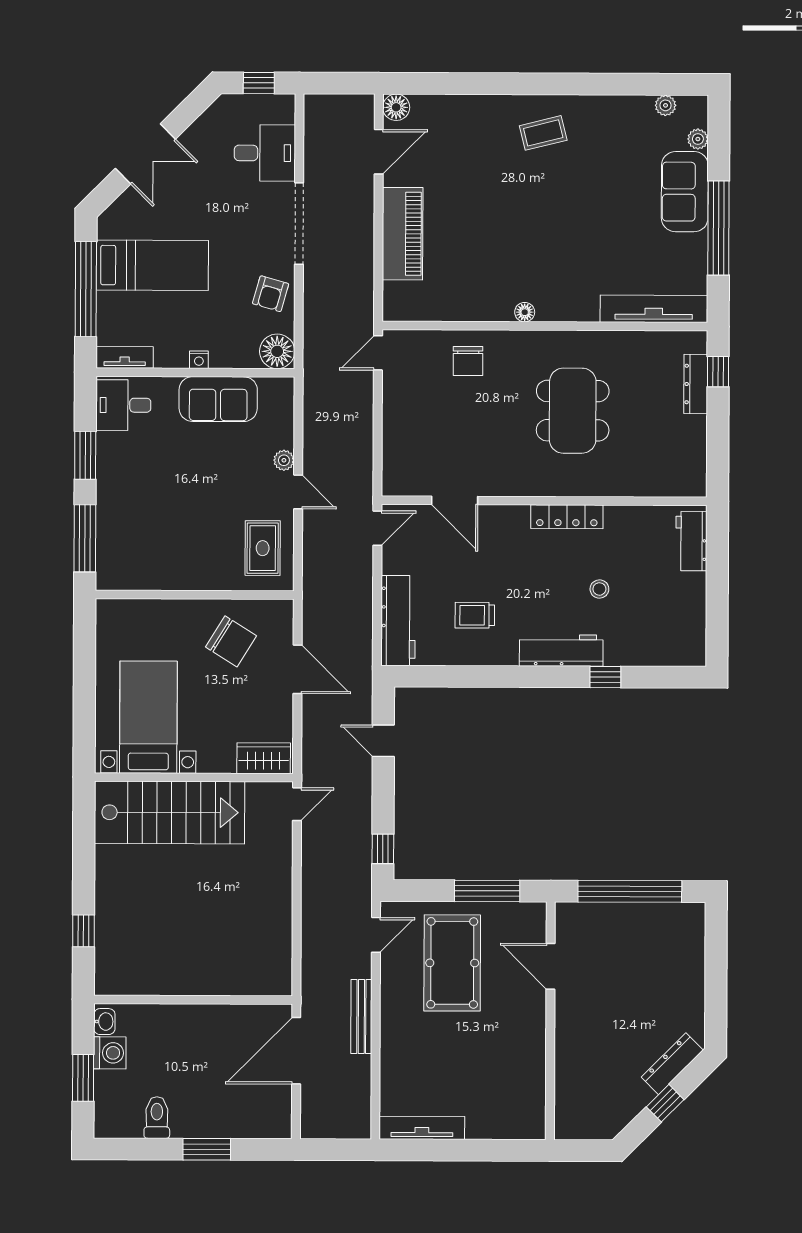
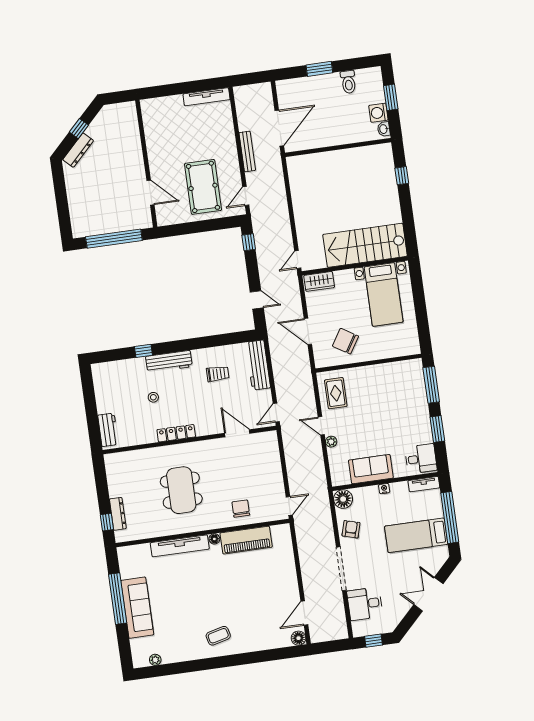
plant: (698, 139) -> (135, 644), removed
sofa: (685, 192) -> (137, 608), width x1.36
piano: (402, 234) -> (246, 540), moved, turned -90
tv unit: (654, 309) -> (180, 546), moved
window: (487, 891) -> (190, 228), removed

